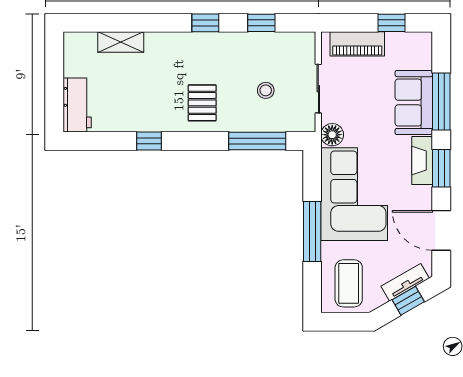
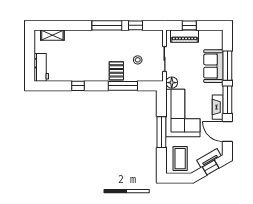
window: (205, 23) -> (107, 25), width x2.17
window: (392, 23) -> (189, 25), moved
shelving: (121, 42) -> (52, 35), moved
pallet: (202, 103) -> (116, 71), moved
window: (257, 141) -> (123, 86), moved
fireplace: (422, 161) -> (218, 107), moved
window: (441, 168) -> (227, 100), width x1.44

